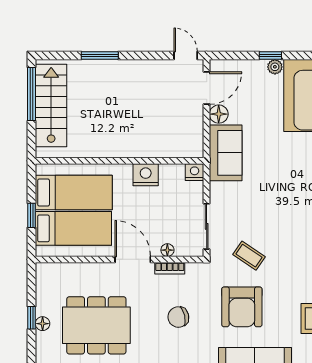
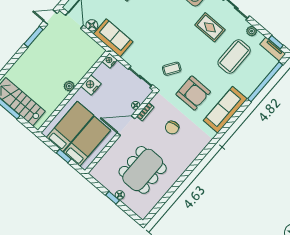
window: (100, 55) -> (34, 37), moved
plant: (122, 150) -> (69, 86), added

